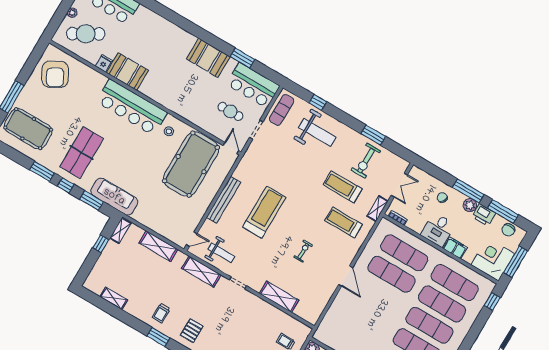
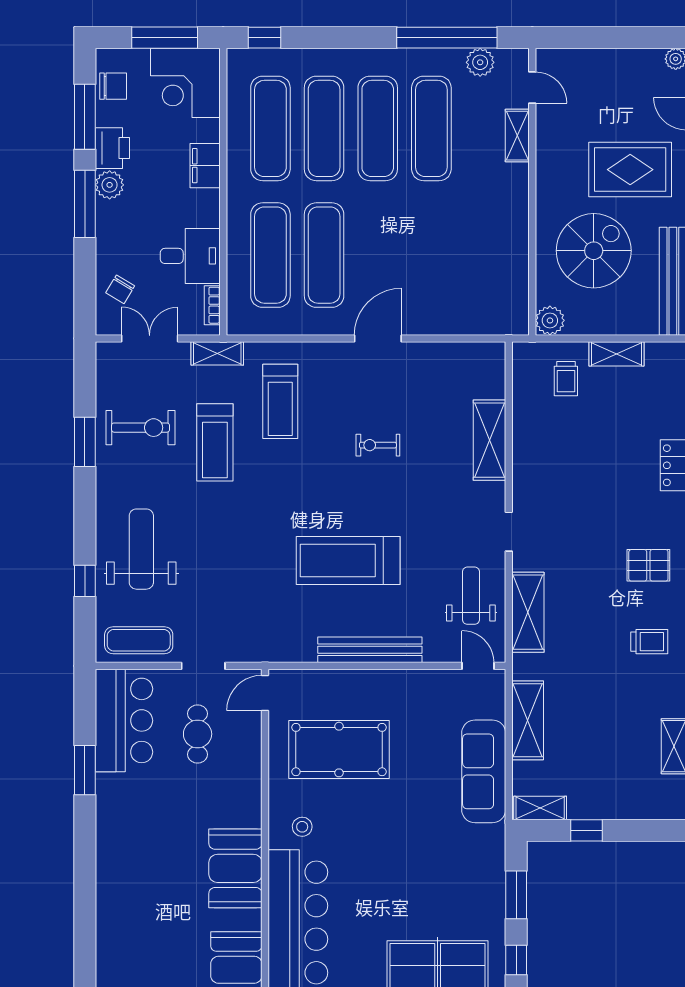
booth: (208, 58) -> (235, 868), moved
pool table: (191, 164) -> (339, 750), width x0.73, depth x0.76
sofa: (114, 197) -> (484, 771), moved
chair: (442, 198) -> (120, 289), moved
desk: (438, 230) -> (190, 256), moved

